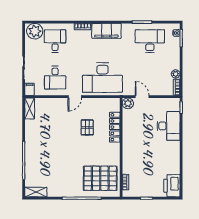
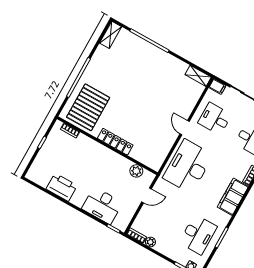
plant: (128, 103) -> (136, 171), moved
pallet: (87, 127) -> (147, 123), removed
locker: (115, 127) -> (115, 142), moved
printer: (172, 186) -> (62, 187), moved

